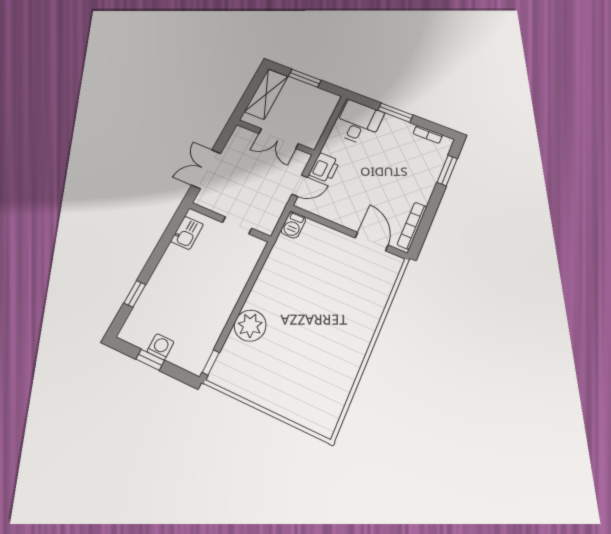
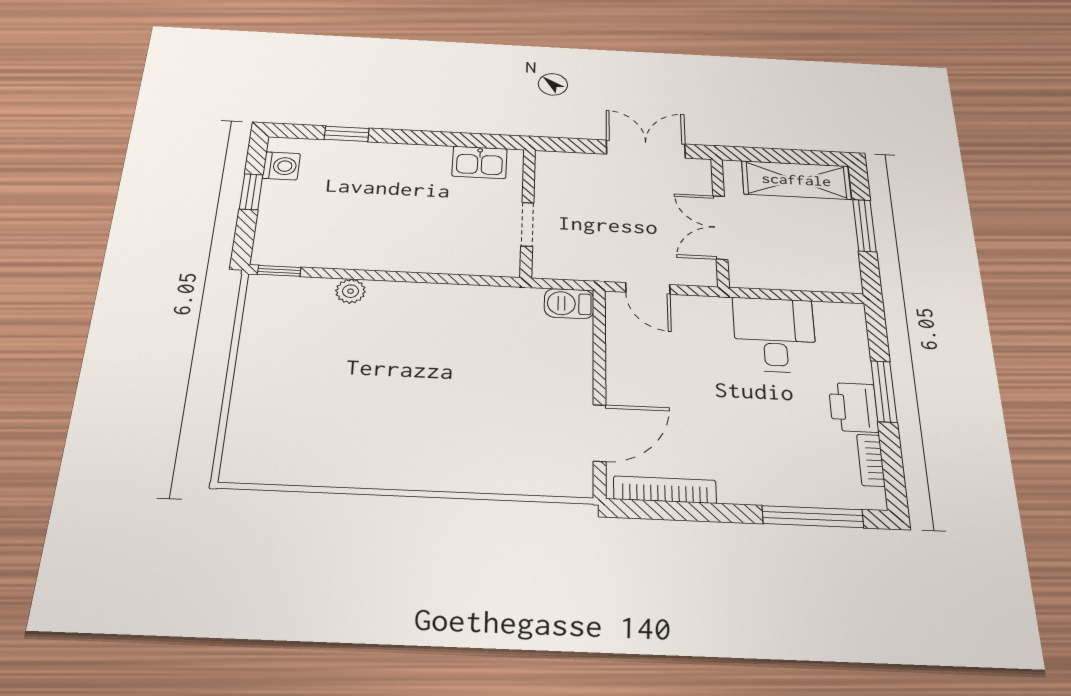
desk: (359, 123) -> (775, 335), moved, turned -90
printer: (324, 168) -> (854, 407), moved, turned 90
double door: (206, 169) -> (646, 149), moved
window: (447, 170) -> (813, 517), width x1.44
plant: (250, 326) -> (350, 291), width x0.53, depth x0.53
washing machine: (160, 347) -> (281, 166), moved

